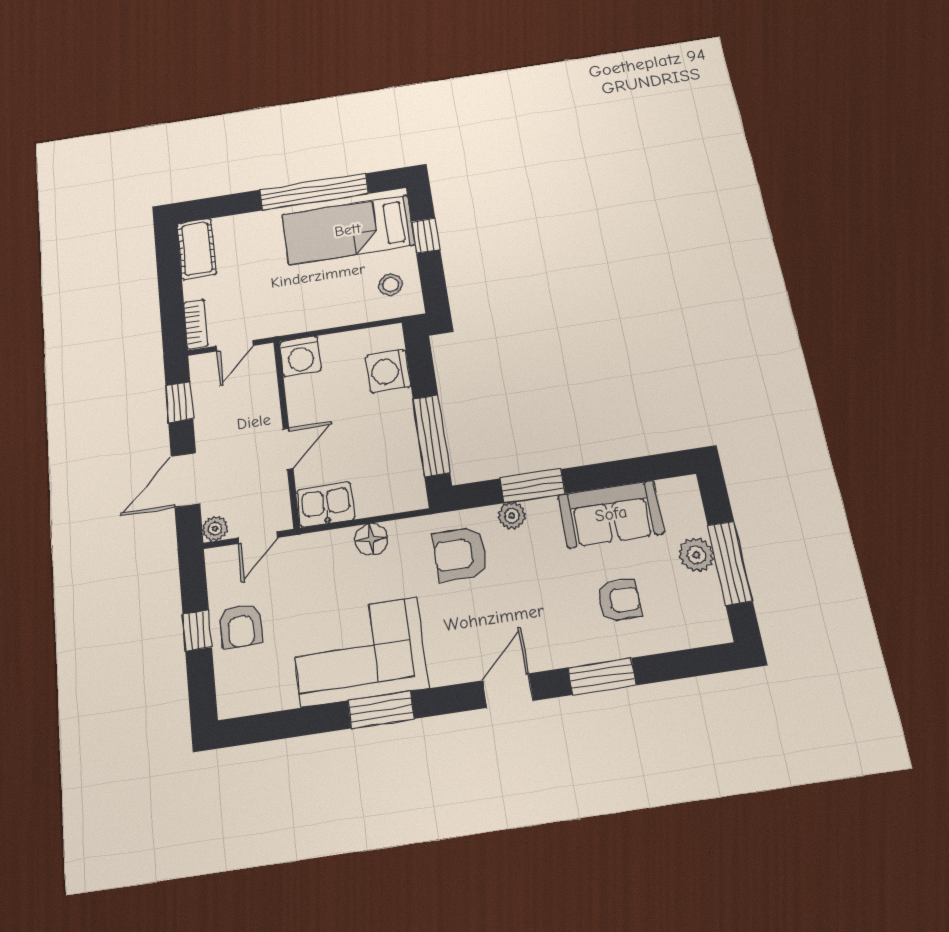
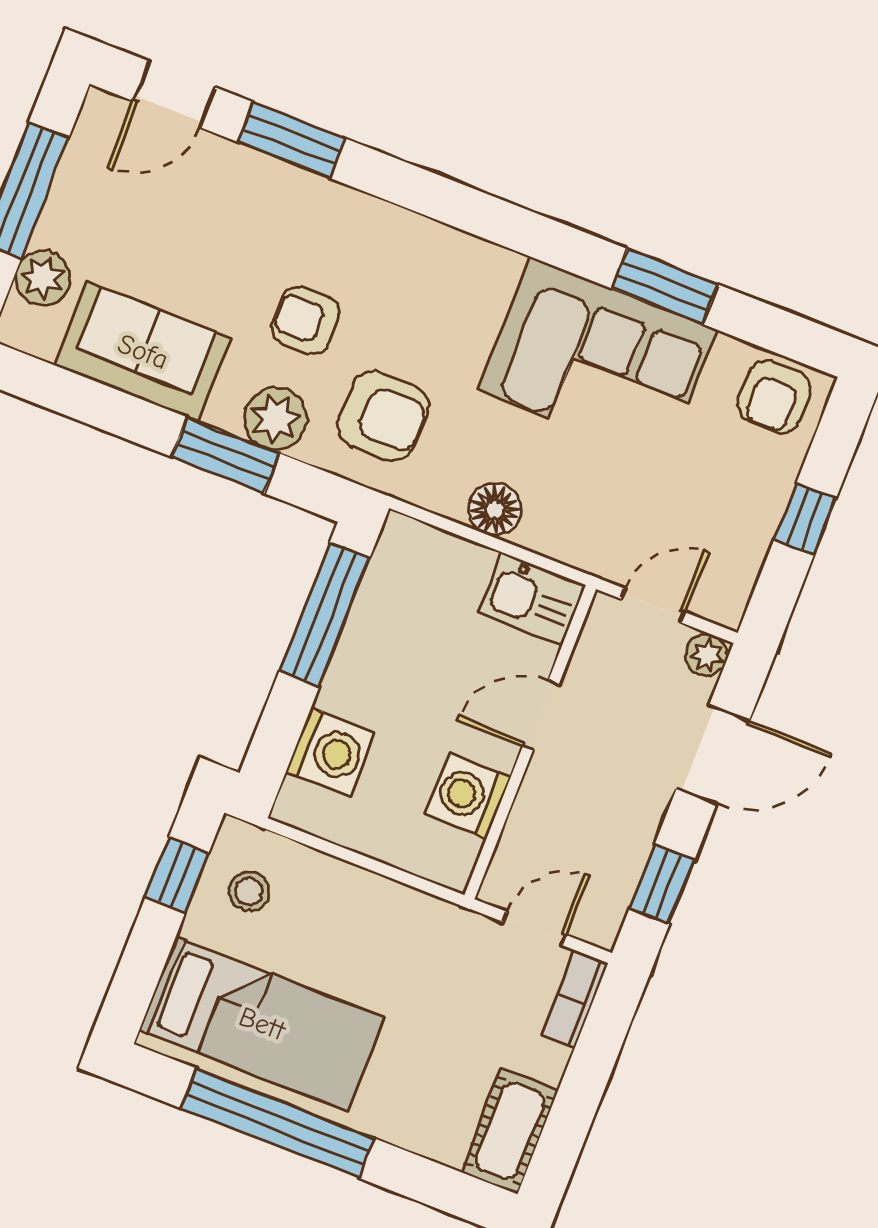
window: (426, 236) -> (177, 875), moved
washing machine: (301, 356) -> (468, 796), moved, turned -90
plant: (512, 516) -> (275, 419), width x1.38, depth x1.38
plant: (696, 555) -> (43, 278), moved
armchair: (619, 600) -> (306, 320), moved
armchair: (241, 626) -> (774, 397), moved, turned 180
door: (508, 691) -> (174, 94), moved
window: (381, 710) -> (665, 286), moved

